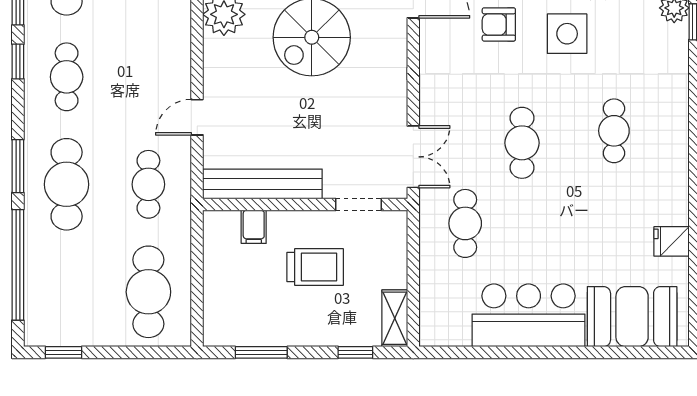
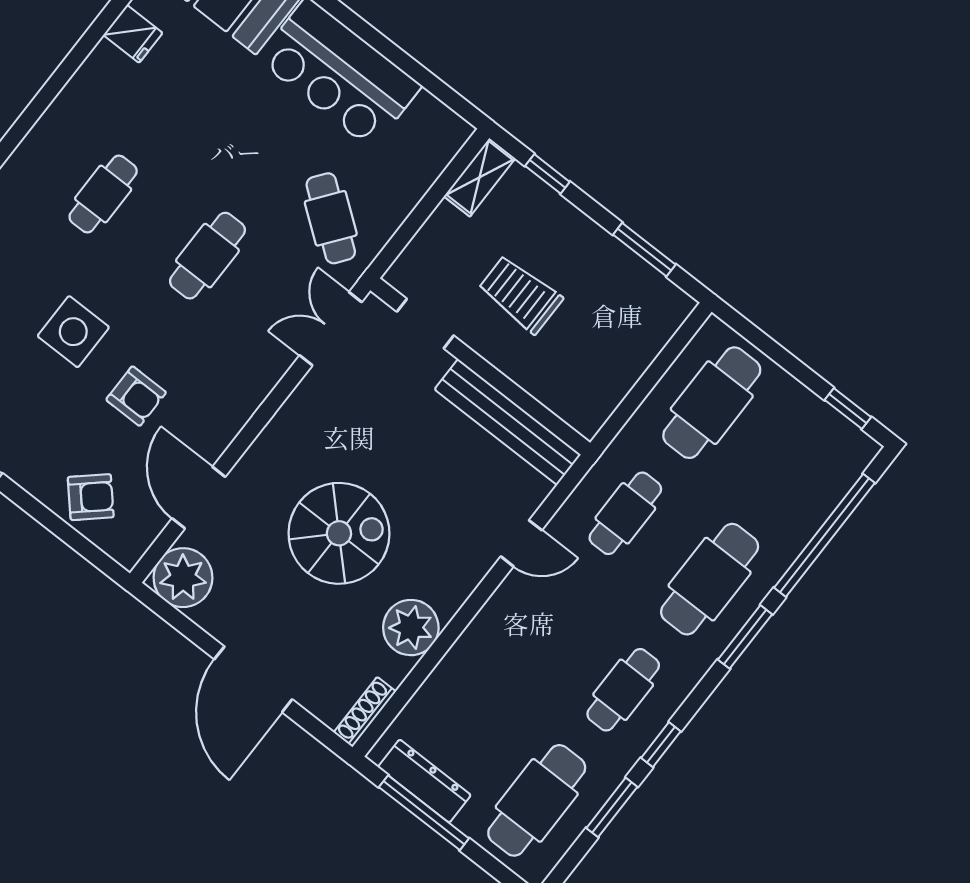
cafe table: (465, 223) -> (331, 218), turned -53
filing cabinet: (254, 227) -> (551, 385), removed

